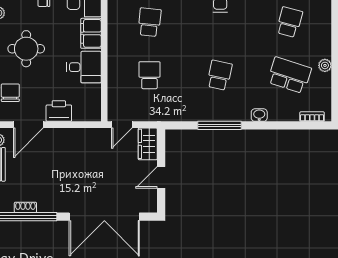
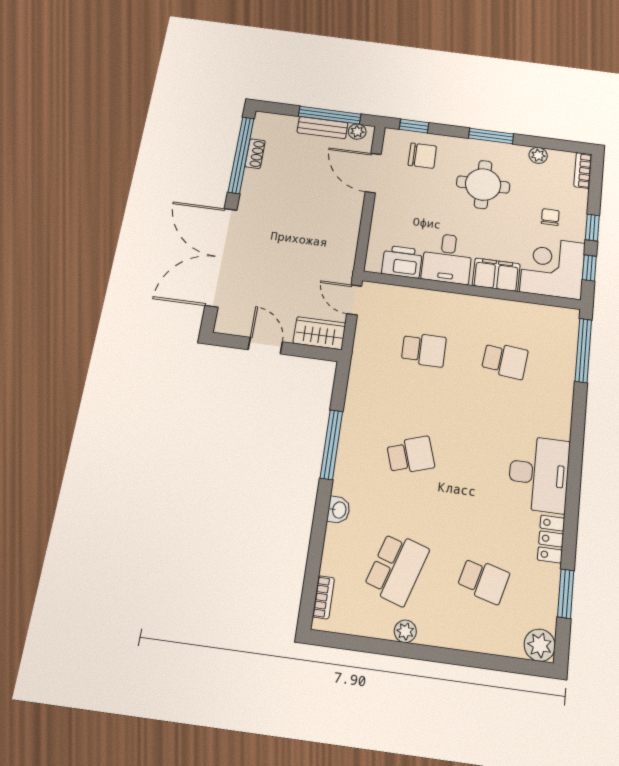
school desk: (219, 75) -> (411, 455), turned -30
printer: (59, 111) -> (402, 262), moved, turned -90

